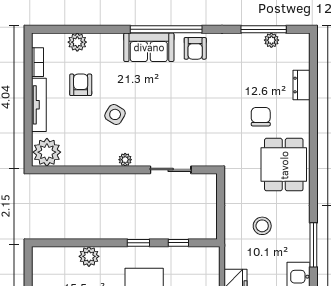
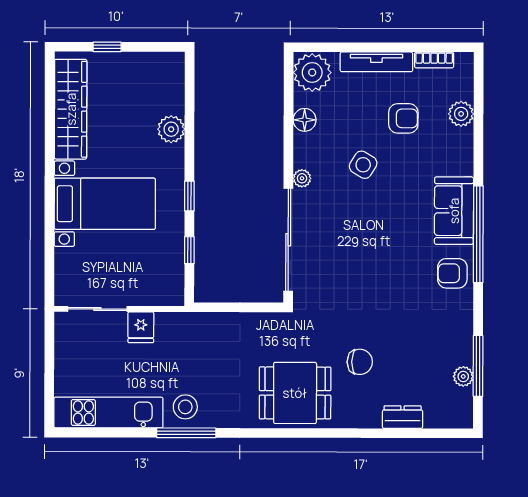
floor lamp: (82, 158) -> (305, 120), added
sliding door: (171, 170) -> (288, 240), width x1.86
stool: (262, 226) -> (185, 407), moved

